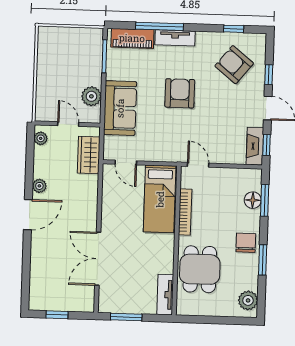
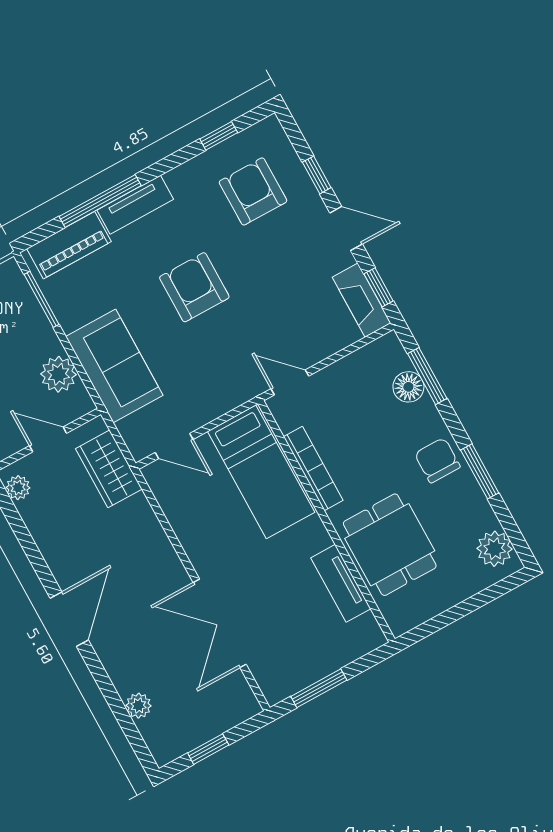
armchair: (234, 65) -> (253, 191), turned 51
plant: (39, 186) -> (139, 706), moved
tv unit: (165, 295) -> (341, 583), moved

